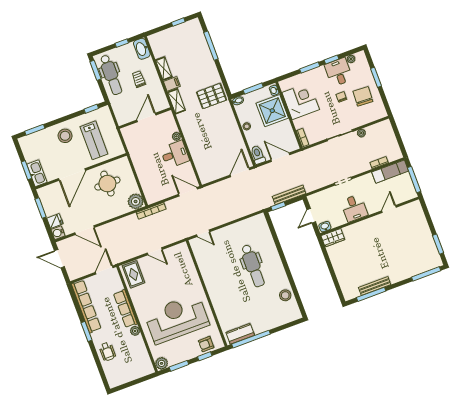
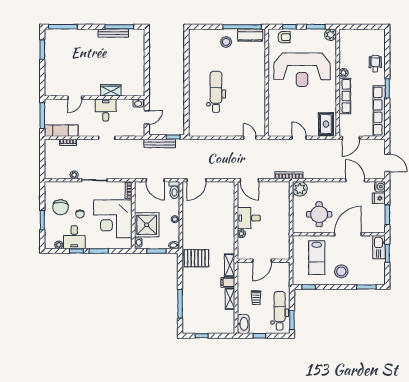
corner desk: (301, 101) -> (113, 219), width x1.36, depth x1.36
lab bench: (94, 140) -> (317, 258), turned 180
wardrobe: (333, 238) -> (111, 90), moved
stool: (285, 295) -> (226, 42), moved

